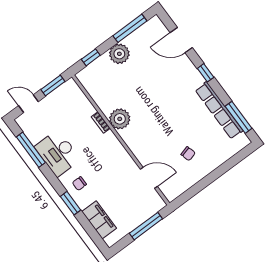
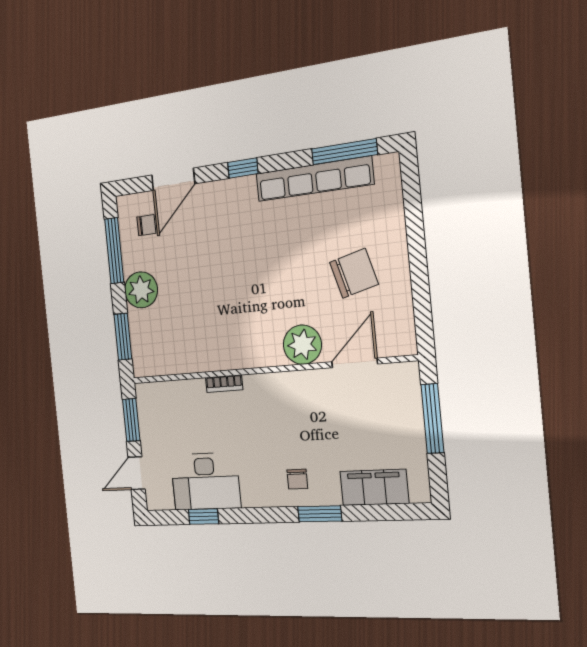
chair: (152, 39) -> (146, 225), added
window: (91, 57) -> (123, 337), width x1.50
plant: (120, 119) -> (302, 345), moved
window: (31, 150) -> (203, 517), width x0.46
desk: (58, 153) -> (205, 481), moved
chair: (188, 154) -> (354, 273), width x1.87, depth x1.87

